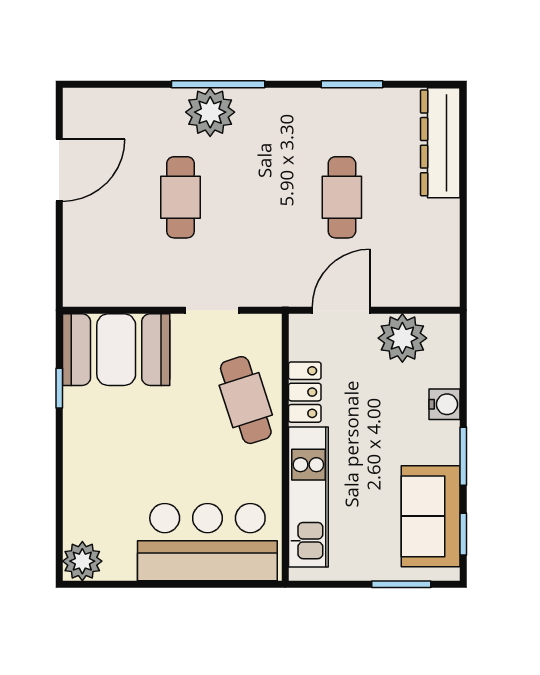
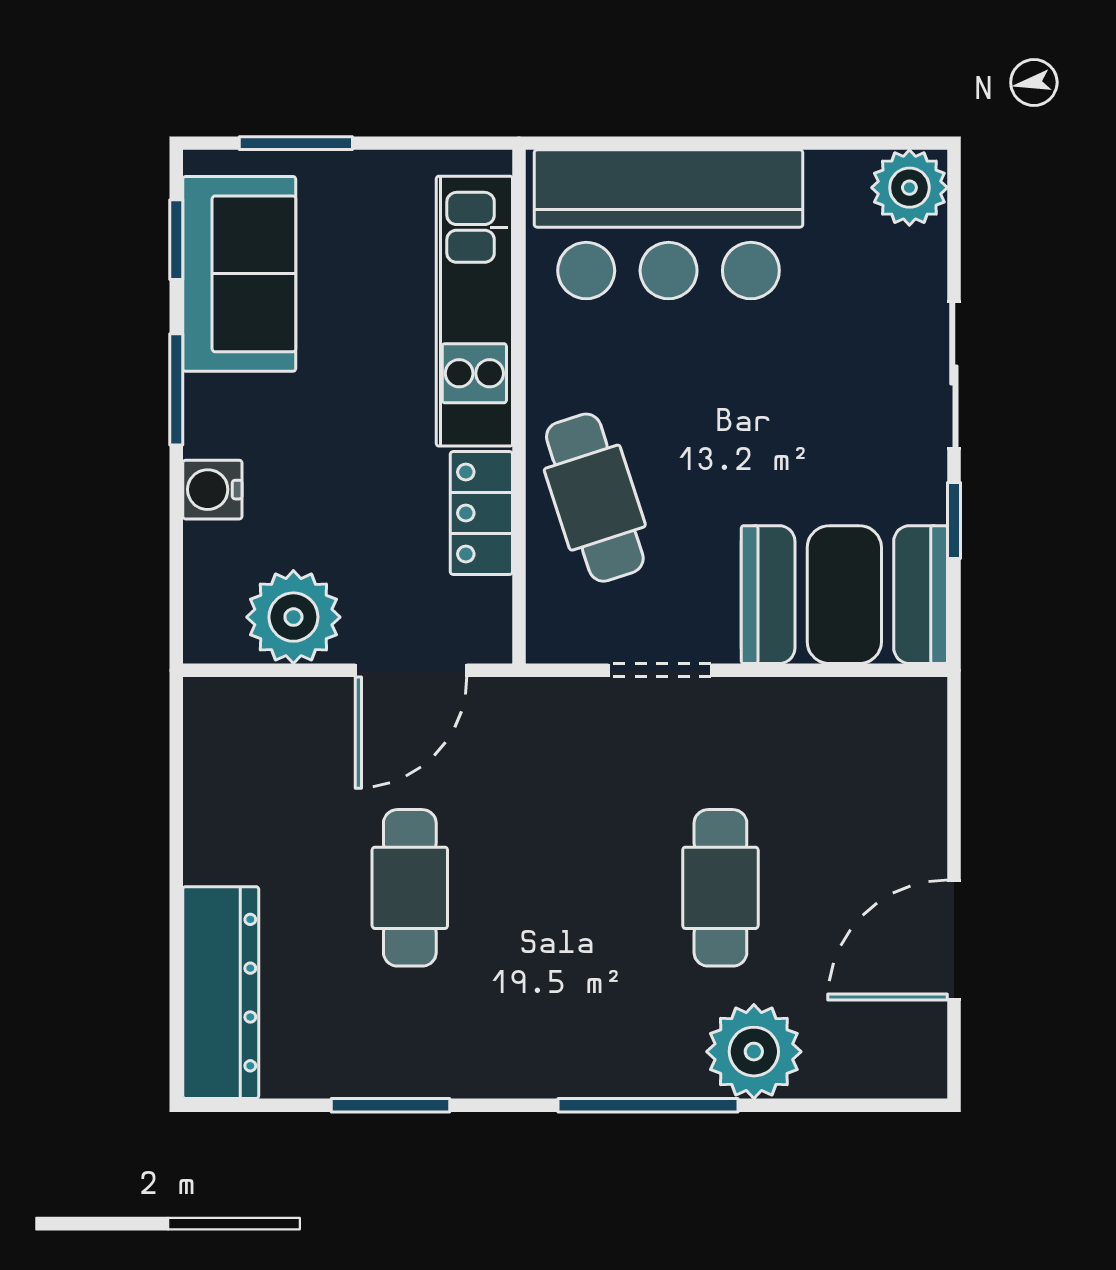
plant: (210, 112) -> (754, 1052), moved
sliding door: (59, 464) -> (954, 375), added

